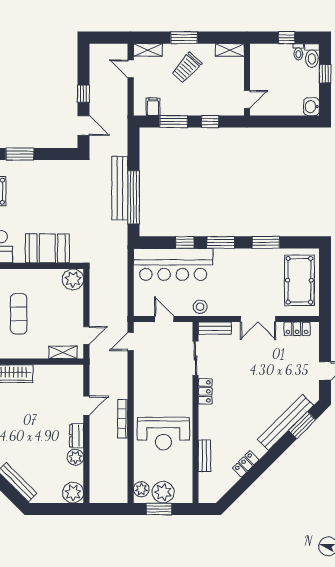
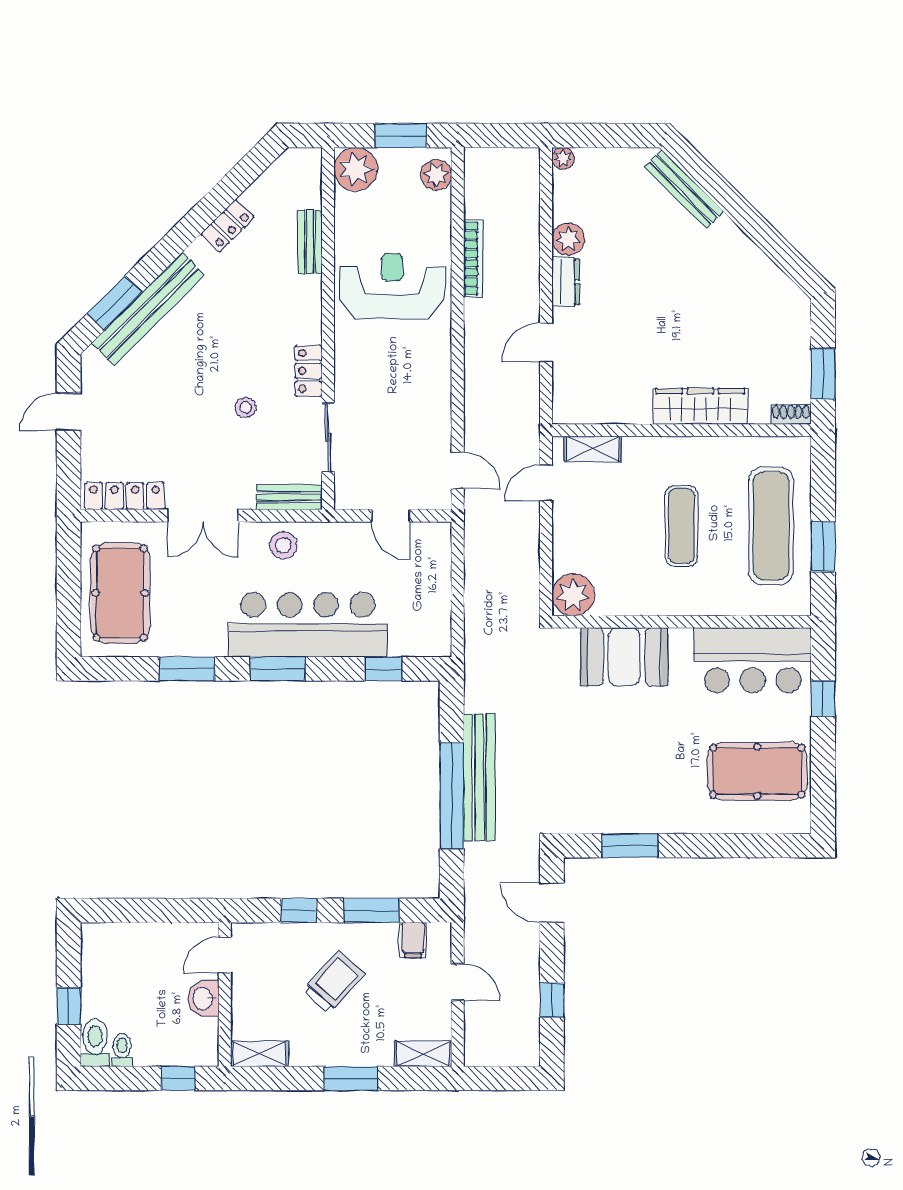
window: (287, 38) -> (178, 1078), moved
trolley: (187, 68) -> (334, 982), moved
door: (131, 69) -> (458, 982), moved
window: (83, 94) -> (552, 1000), moved
washbasin: (311, 107) -> (204, 999), moved, turned 180
window: (20, 154) -> (630, 846), moved
window: (134, 197) -> (452, 796), moved
window: (185, 242) -> (383, 669), moved
bar counter: (173, 264) -> (308, 625), moved
stool: (200, 307) -> (283, 545), moved
double door: (258, 319) -> (203, 516), swing flipped
locker: (297, 329) -> (125, 496), width x1.53
door: (131, 342) -> (458, 471), hinge flipped
stool: (237, 373) -> (246, 407), added
bookcase: (123, 419) -> (473, 258), moved
plant: (163, 492) -> (356, 169), moved
plant: (73, 493) -> (563, 158), width x0.53, depth x0.53

